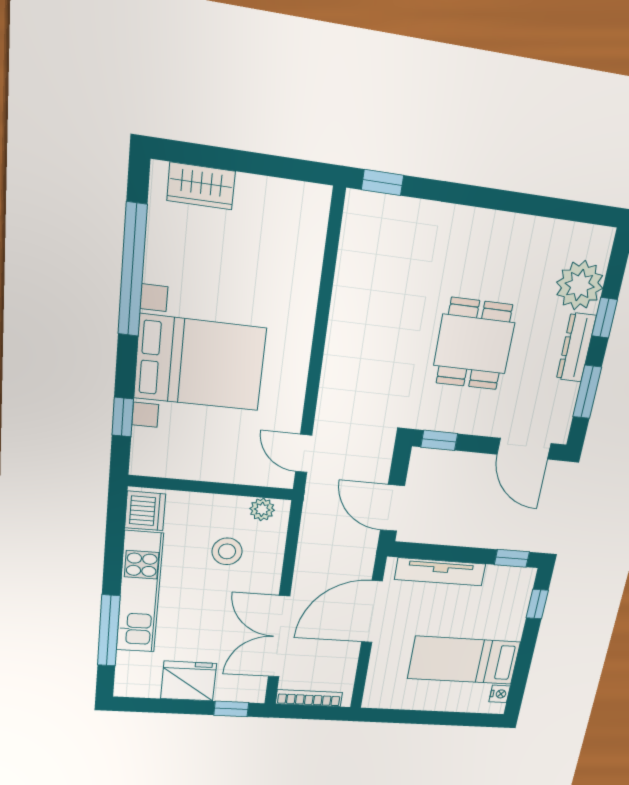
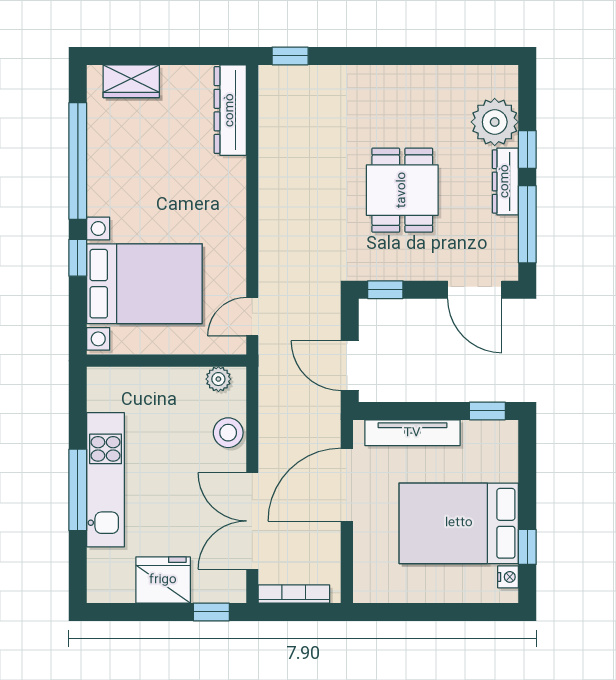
dresser: (309, 235) -> (230, 110), added
bed with nightstands: (200, 363) -> (144, 284), moved
window: (587, 392) -> (527, 224), width x1.44
window: (123, 417) -> (78, 258), moved
door: (304, 453) -> (252, 317), hinge flipped
dishwasher: (145, 511) -> (105, 391), removed
stool: (227, 551) -> (228, 433), moved
window: (537, 604) -> (527, 547), moved
window: (109, 631) -> (78, 490), moved
bed: (464, 660) -> (459, 523), width x1.50

